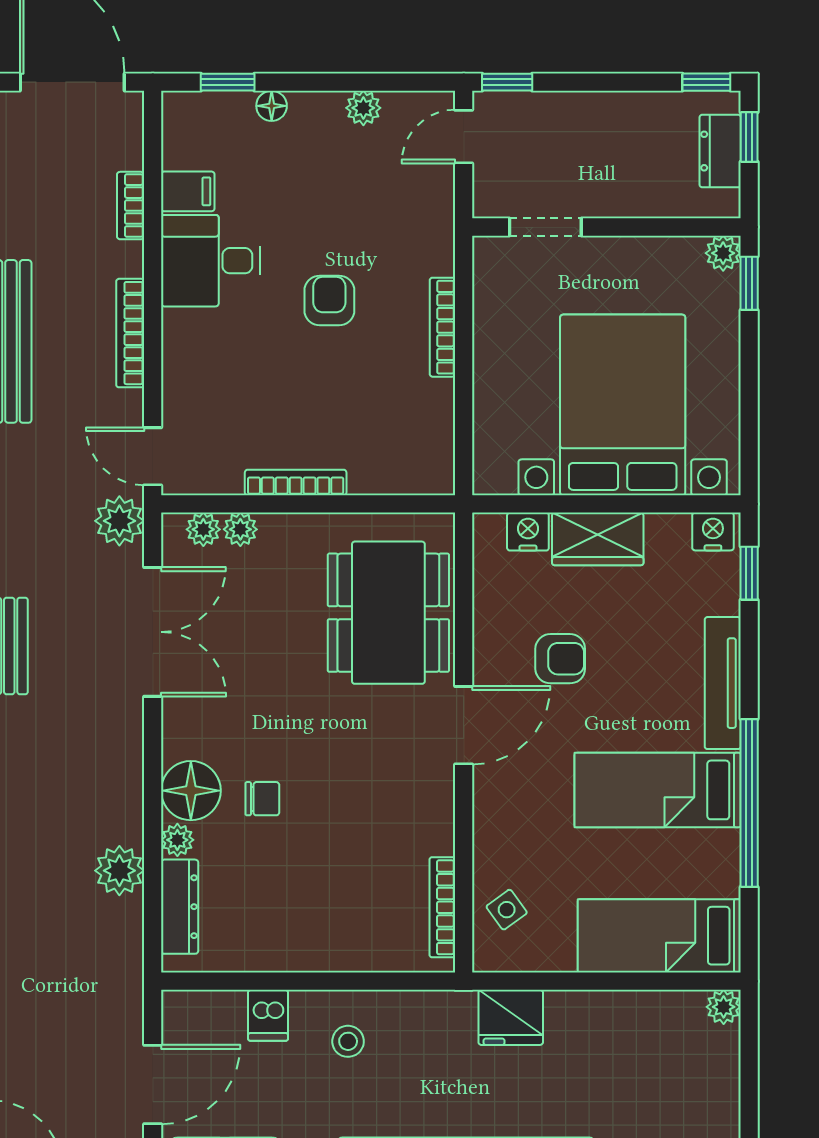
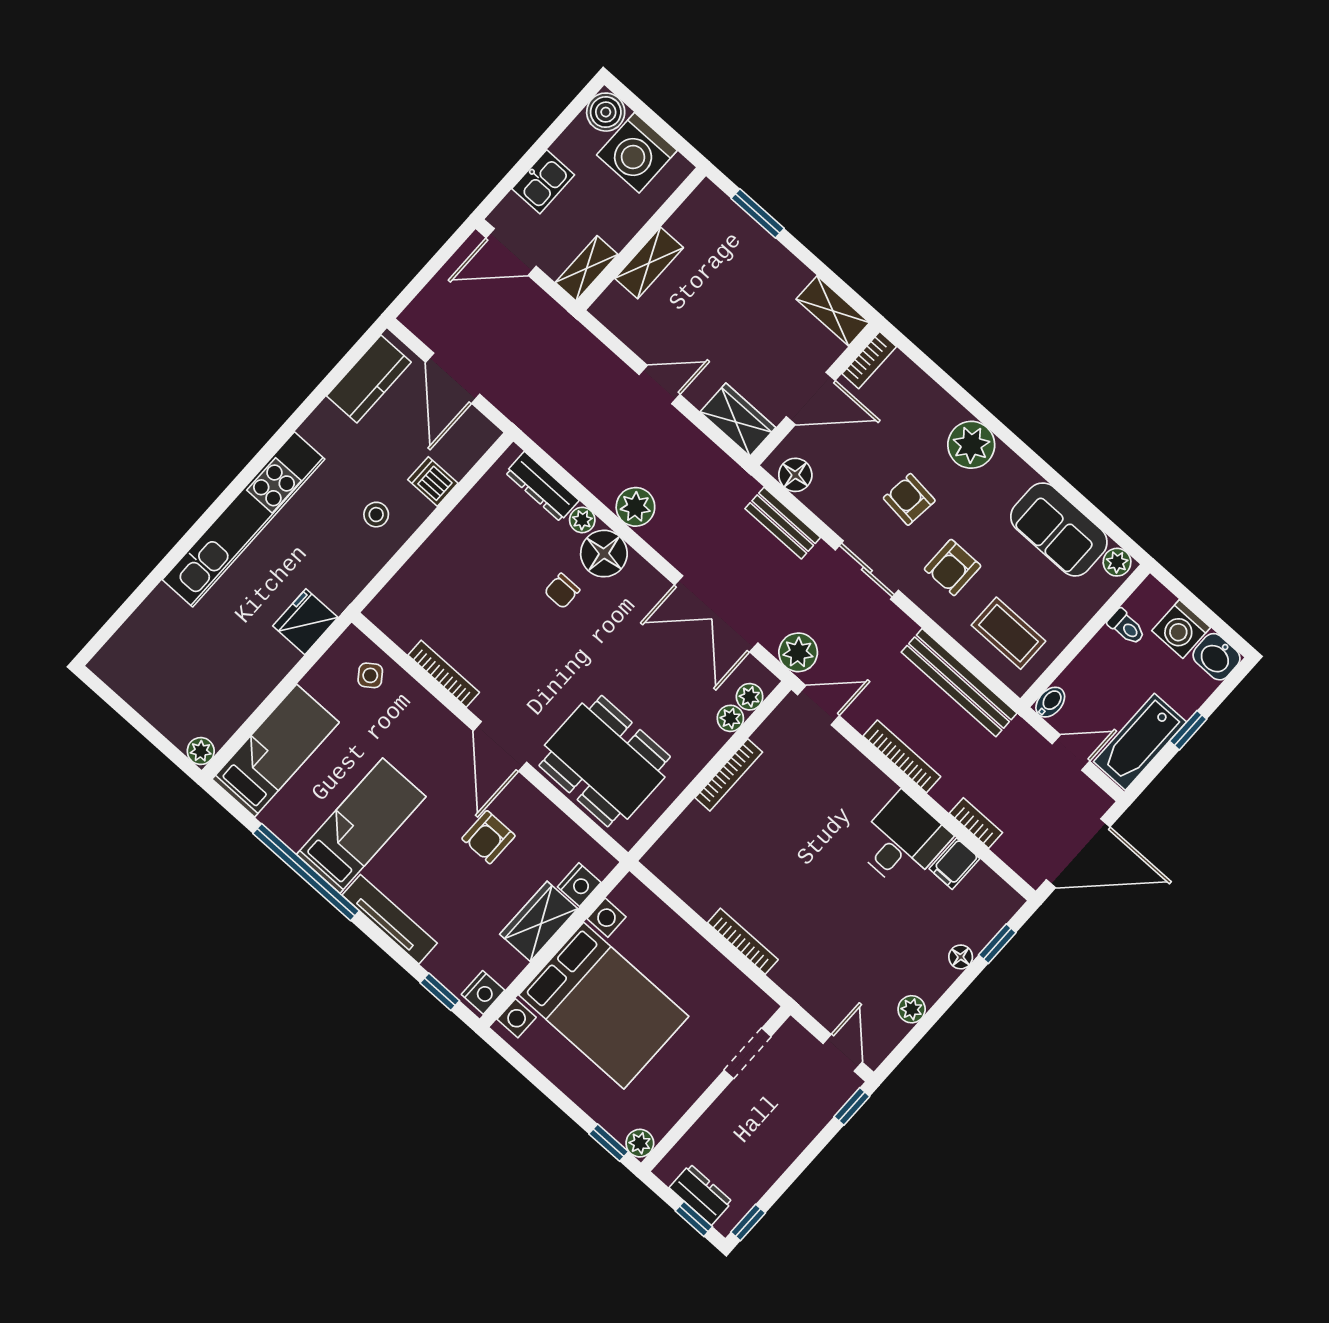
armchair: (329, 301) -> (817, 889), removed
plant: (119, 871) -> (635, 507), moved
bookcase: (442, 907) -> (444, 674), moved

